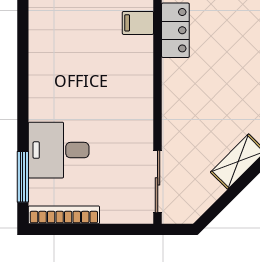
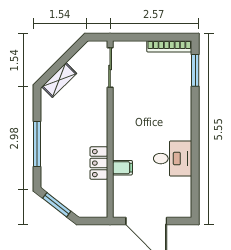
desk: (59, 150) -> (173, 159), moved

